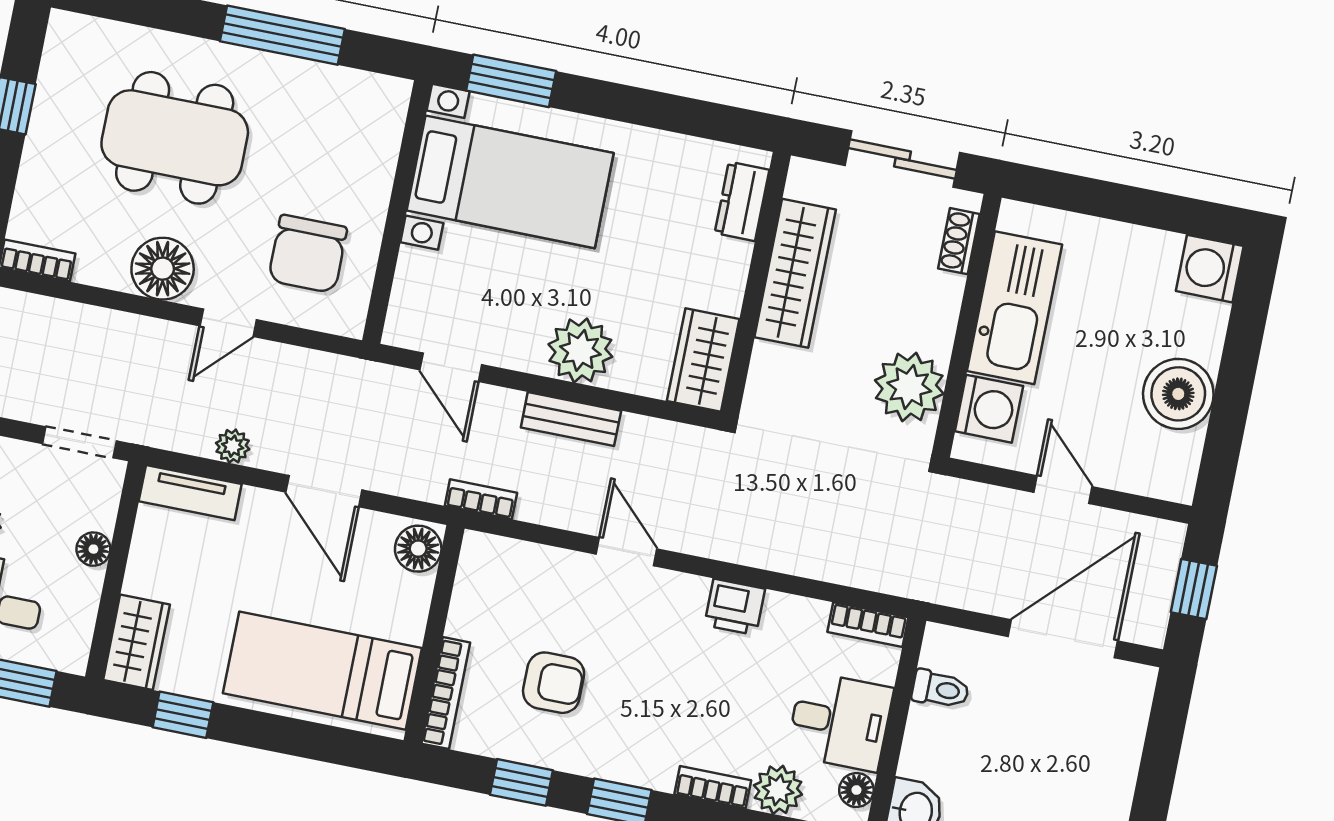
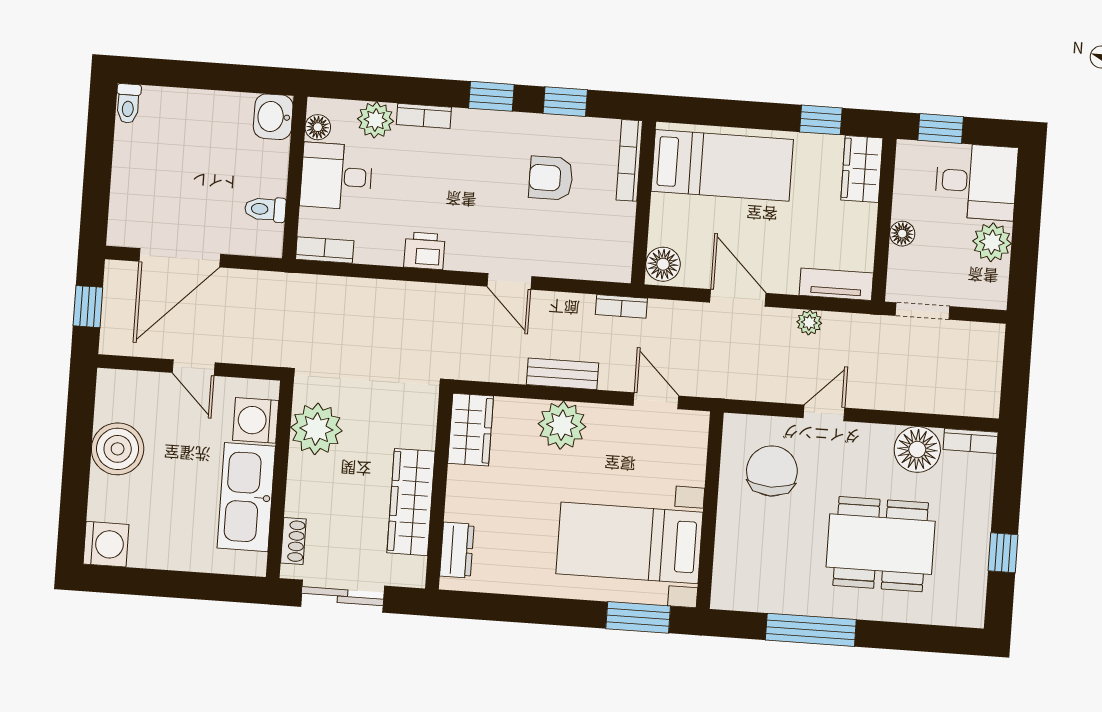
floor lamp: (163, 269) -> (917, 449), moved

